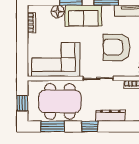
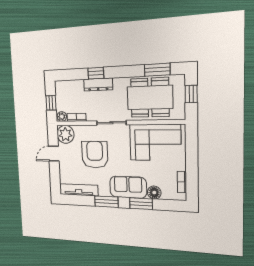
armchair: (117, 47) -> (95, 155), turned -90
window: (90, 126) -> (96, 73), moved

